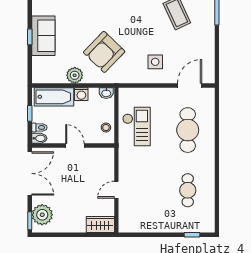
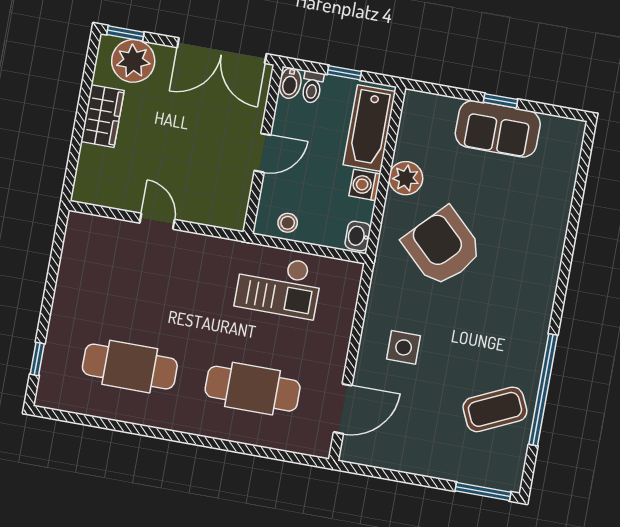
door: (190, 85) -> (343, 409), hinge flipped
cafe table: (188, 190) -> (130, 367), width x1.37, depth x1.35
wardrobe: (100, 225) -> (102, 116), moved

